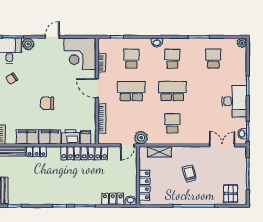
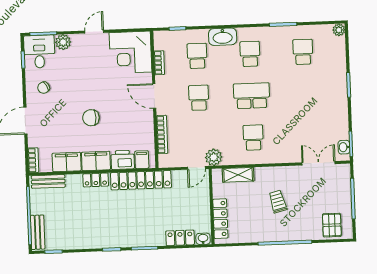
washbasin: (157, 43) -> (223, 37), width x1.91, depth x1.45
school desk: (131, 91) -> (199, 98), width x0.54
desk: (234, 101) -> (332, 106), removed
locker: (36, 152) -> (96, 180), moved

